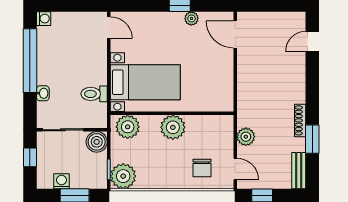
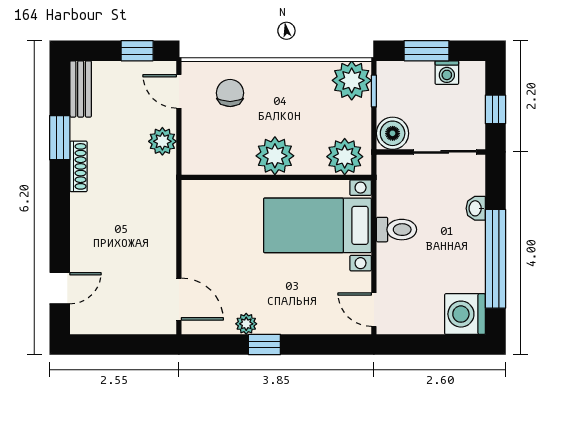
washing machine: (44, 19) -> (465, 314), width x1.89, depth x1.89
toilet: (94, 94) -> (397, 230), moved

